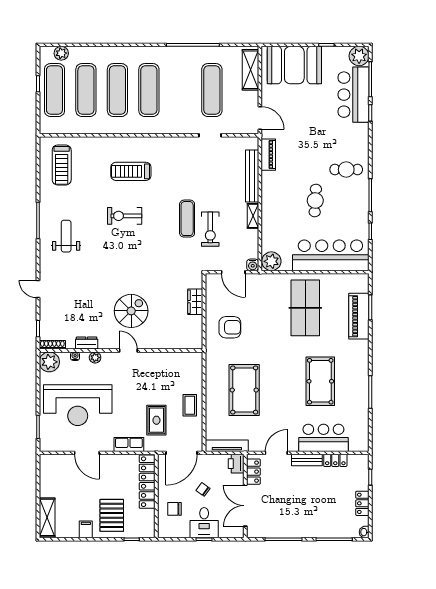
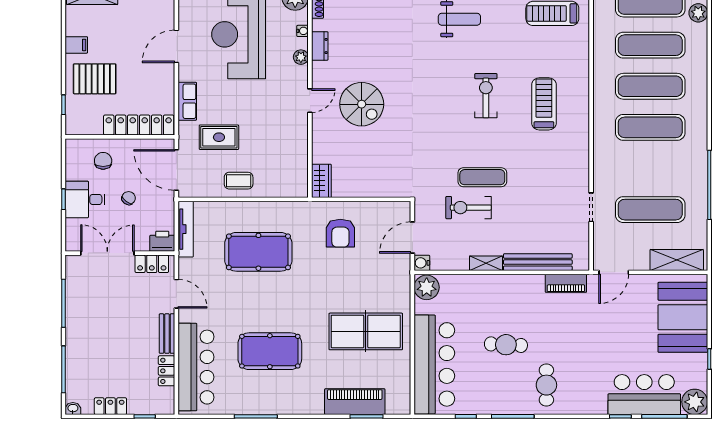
wardrobe: (195, 302) -> (321, 181), moved, turned 90
bar counter: (323, 438) -> (196, 367), width x1.36

